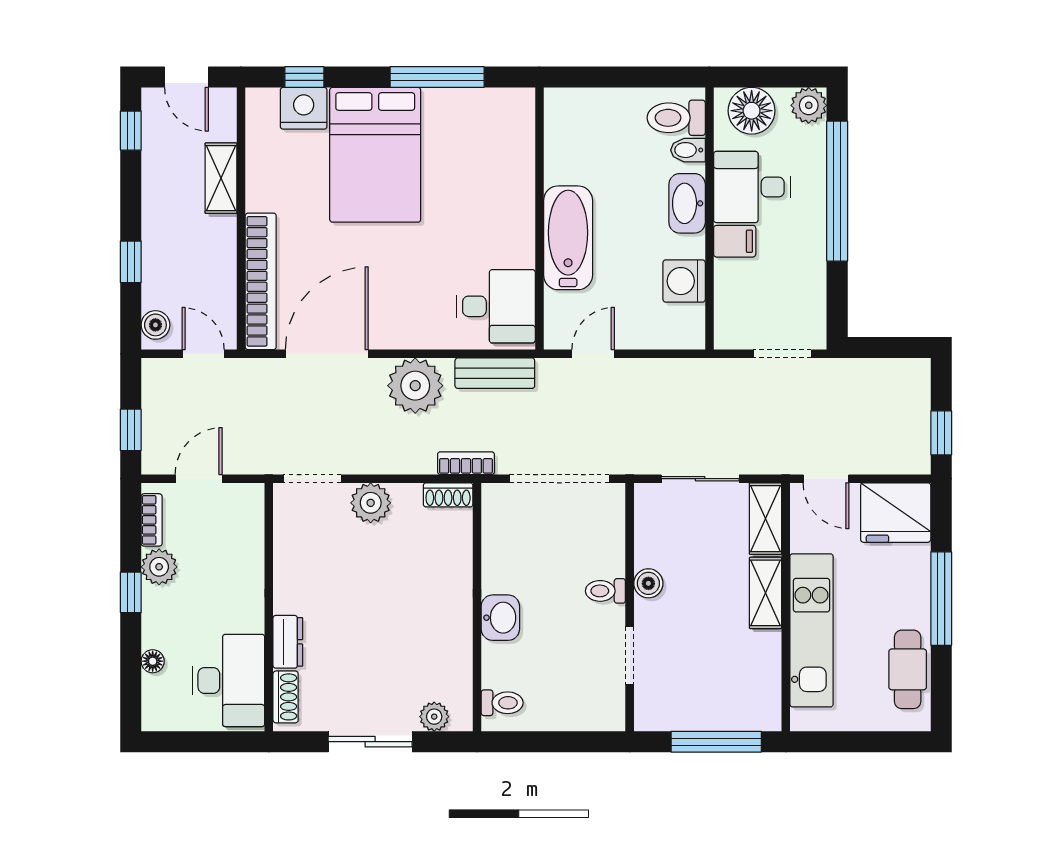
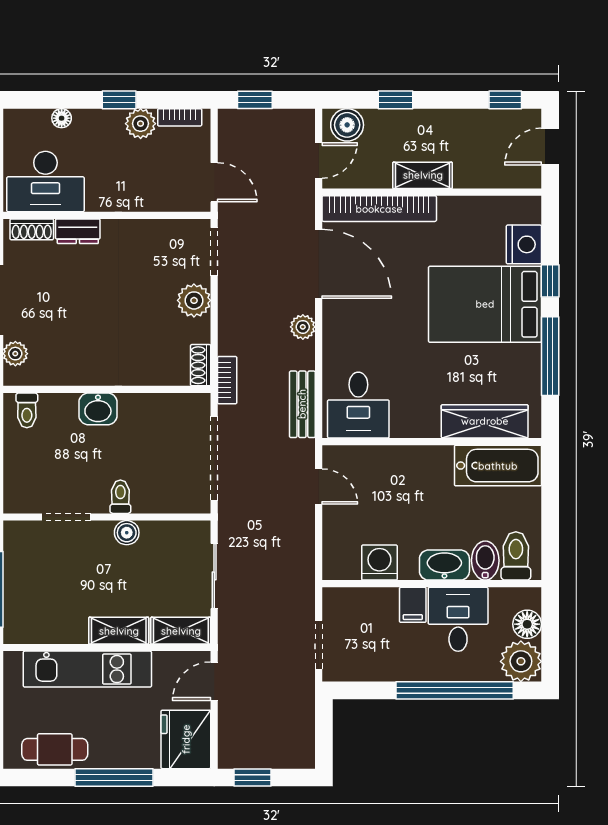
window: (304, 77) -> (550, 281), moved
plant: (809, 105) -> (521, 661), width x1.36, depth x1.36
floor lamp: (752, 111) -> (527, 624), width x0.73, depth x0.73
bidet: (688, 150) -> (485, 561), width x1.38, depth x1.36
wardrobe: (515, 155) -> (485, 421), added
shelving: (221, 178) -> (423, 175), moved
bathtub: (568, 238) -> (498, 466), moved
boiler: (155, 325) -> (347, 125), width x1.36, depth x1.36
plant: (415, 386) -> (303, 327), width x0.53, depth x0.53
door: (199, 479) -> (214, 182), moved

